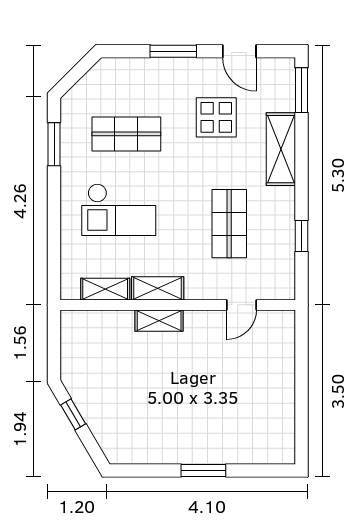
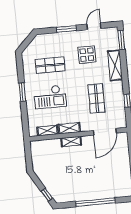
door: (239, 51) -> (94, 26), swing flipped
window: (54, 144) -> (22, 92), moved
door: (242, 305) -> (105, 132), width x1.87
window: (73, 414) -> (47, 195), moved
window: (203, 470) -> (95, 202), width x2.11

